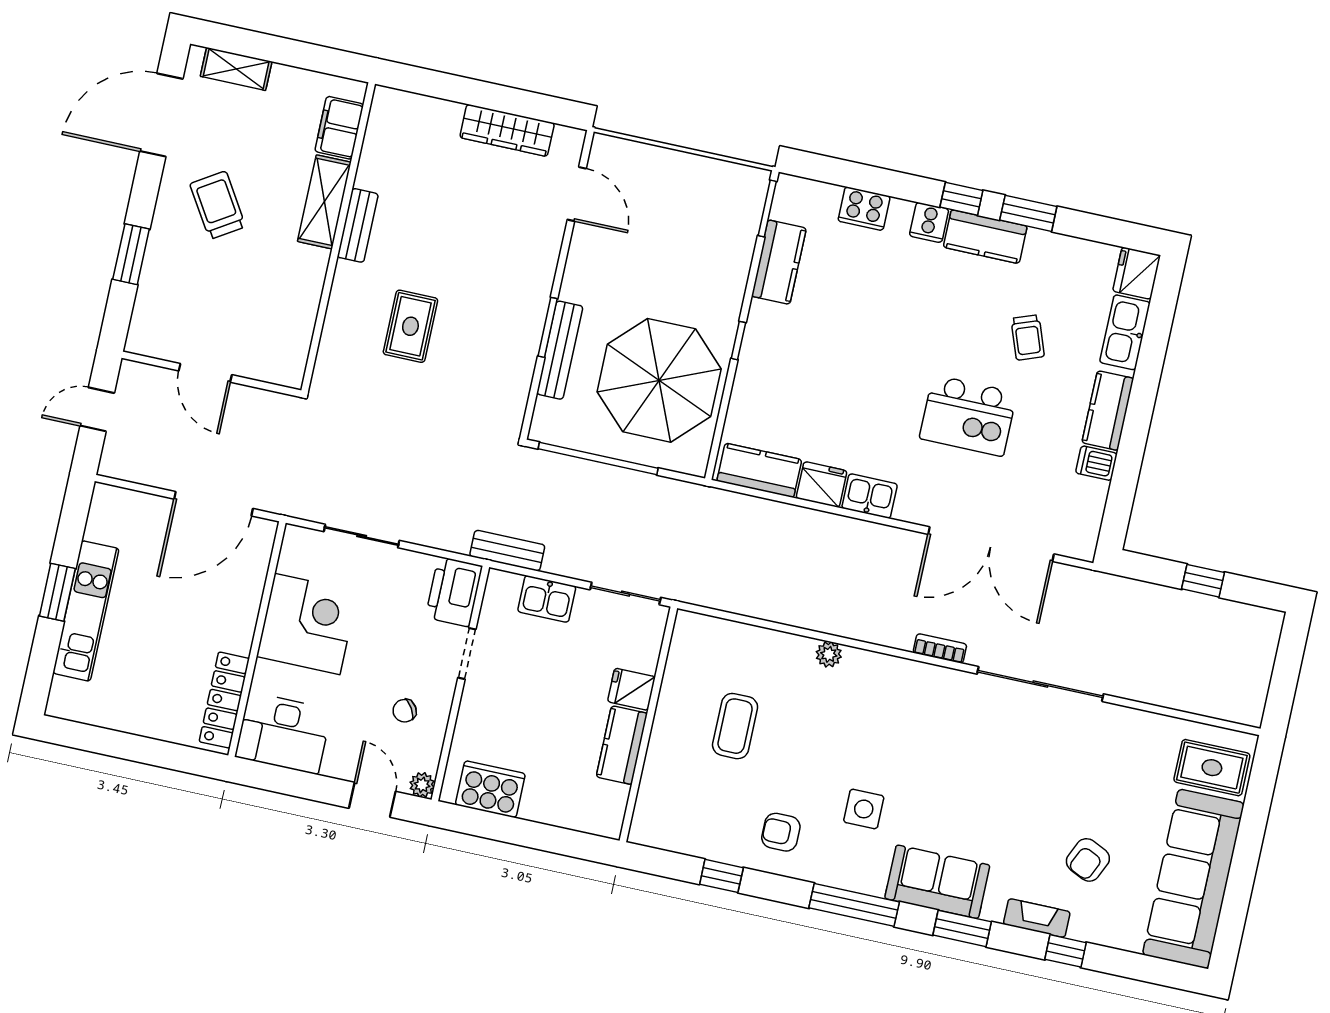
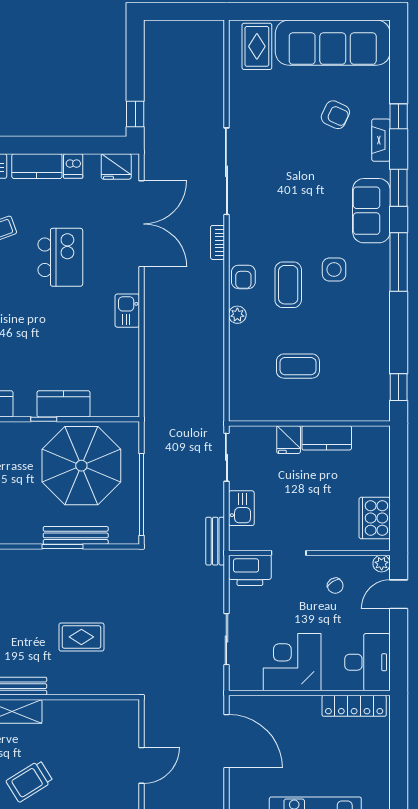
kitchen counter: (759, 470) -> (64, 404), moved, turned 90
fridge: (822, 484) -> (116, 166), moved, turned -90
window: (1203, 581) -> (135, 114), moved
coffee table: (856, 738) -> (288, 285), added
armchair: (781, 832) -> (243, 277), moved
window: (721, 876) -> (399, 387), moved

